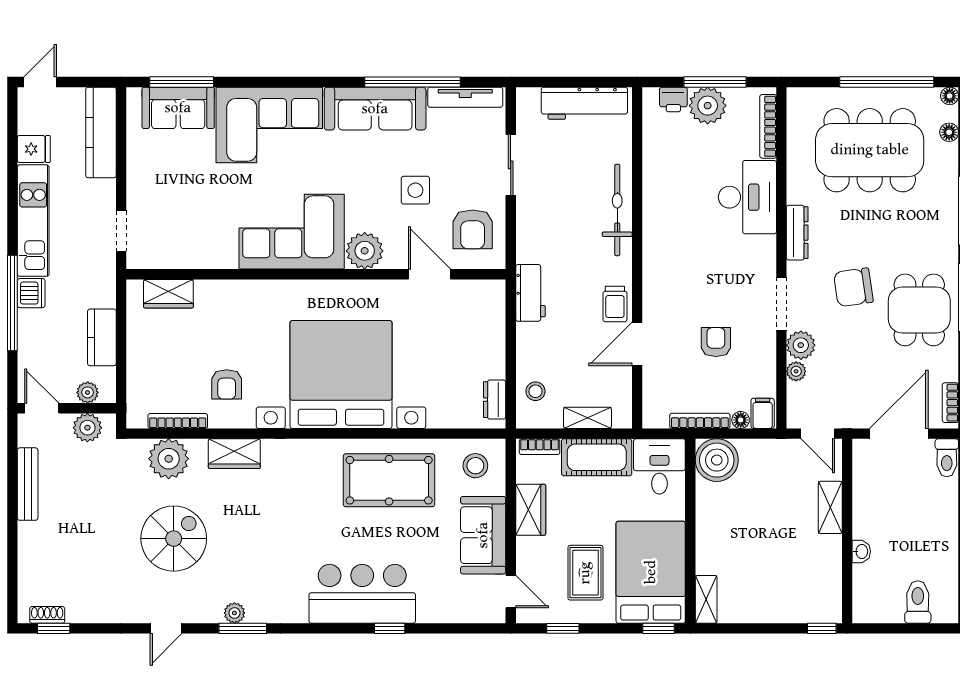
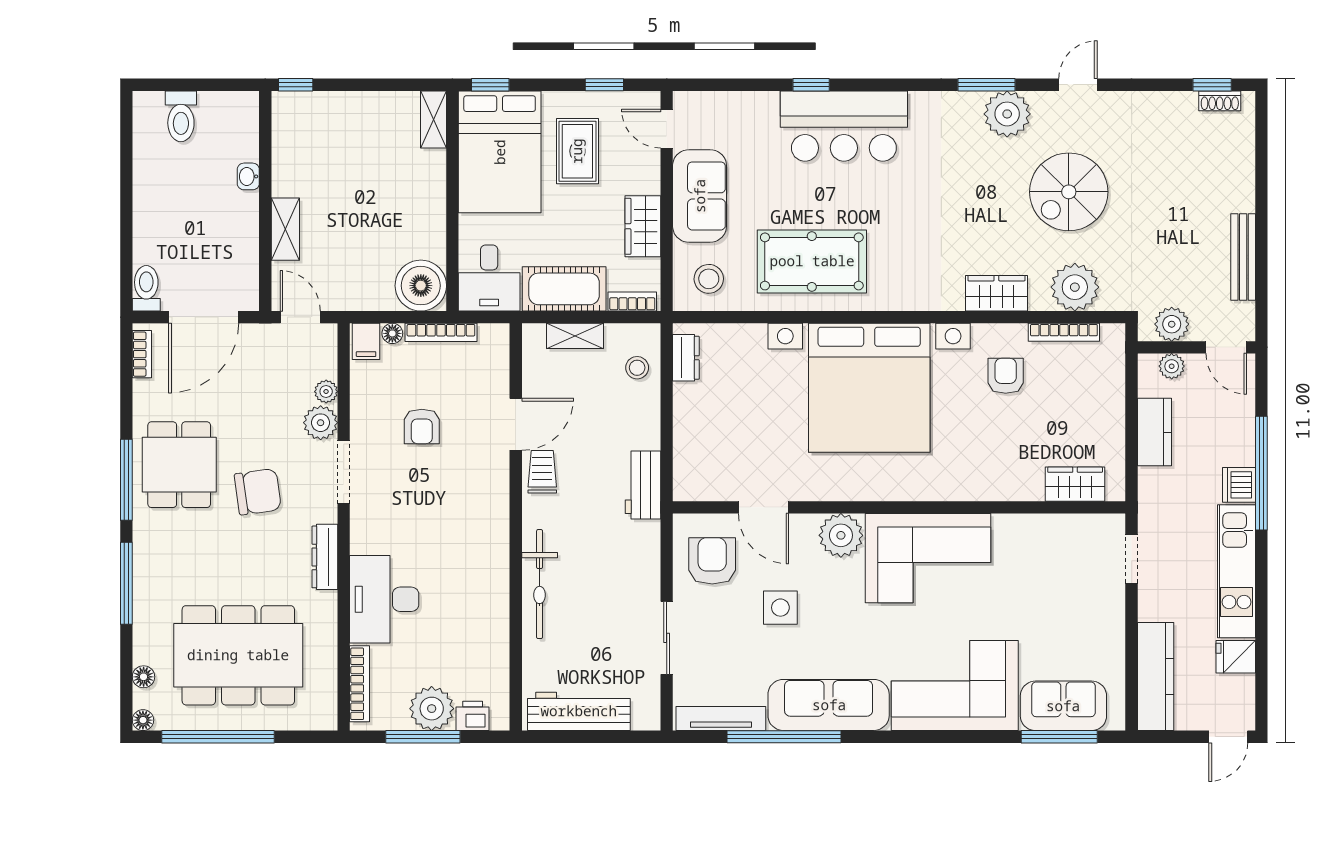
plant: (234, 613) -> (1007, 114), width x1.88, depth x1.88

